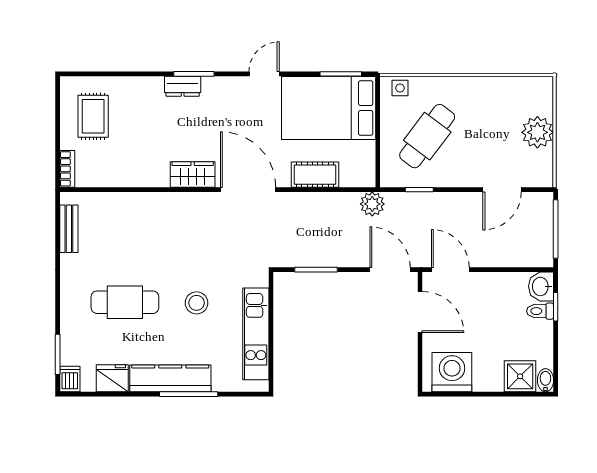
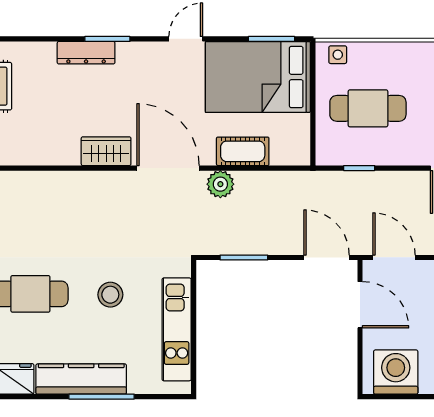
dresser: (183, 86) -> (86, 53), width x1.44
cafe table: (427, 136) -> (368, 108), turned 53
plant: (372, 204) -> (220, 184), moved

